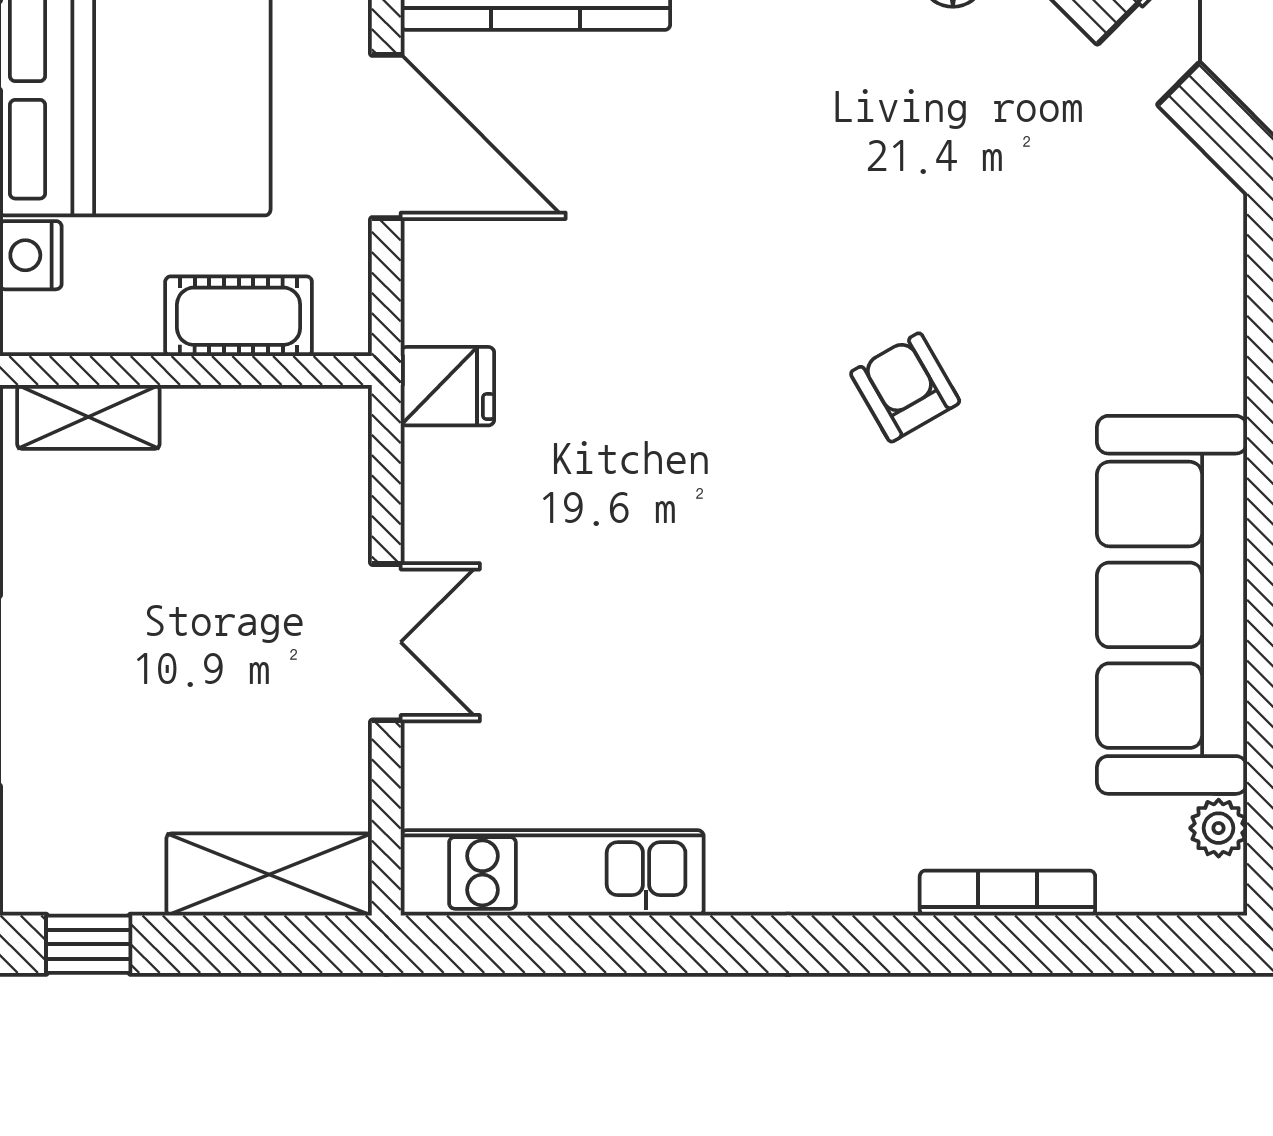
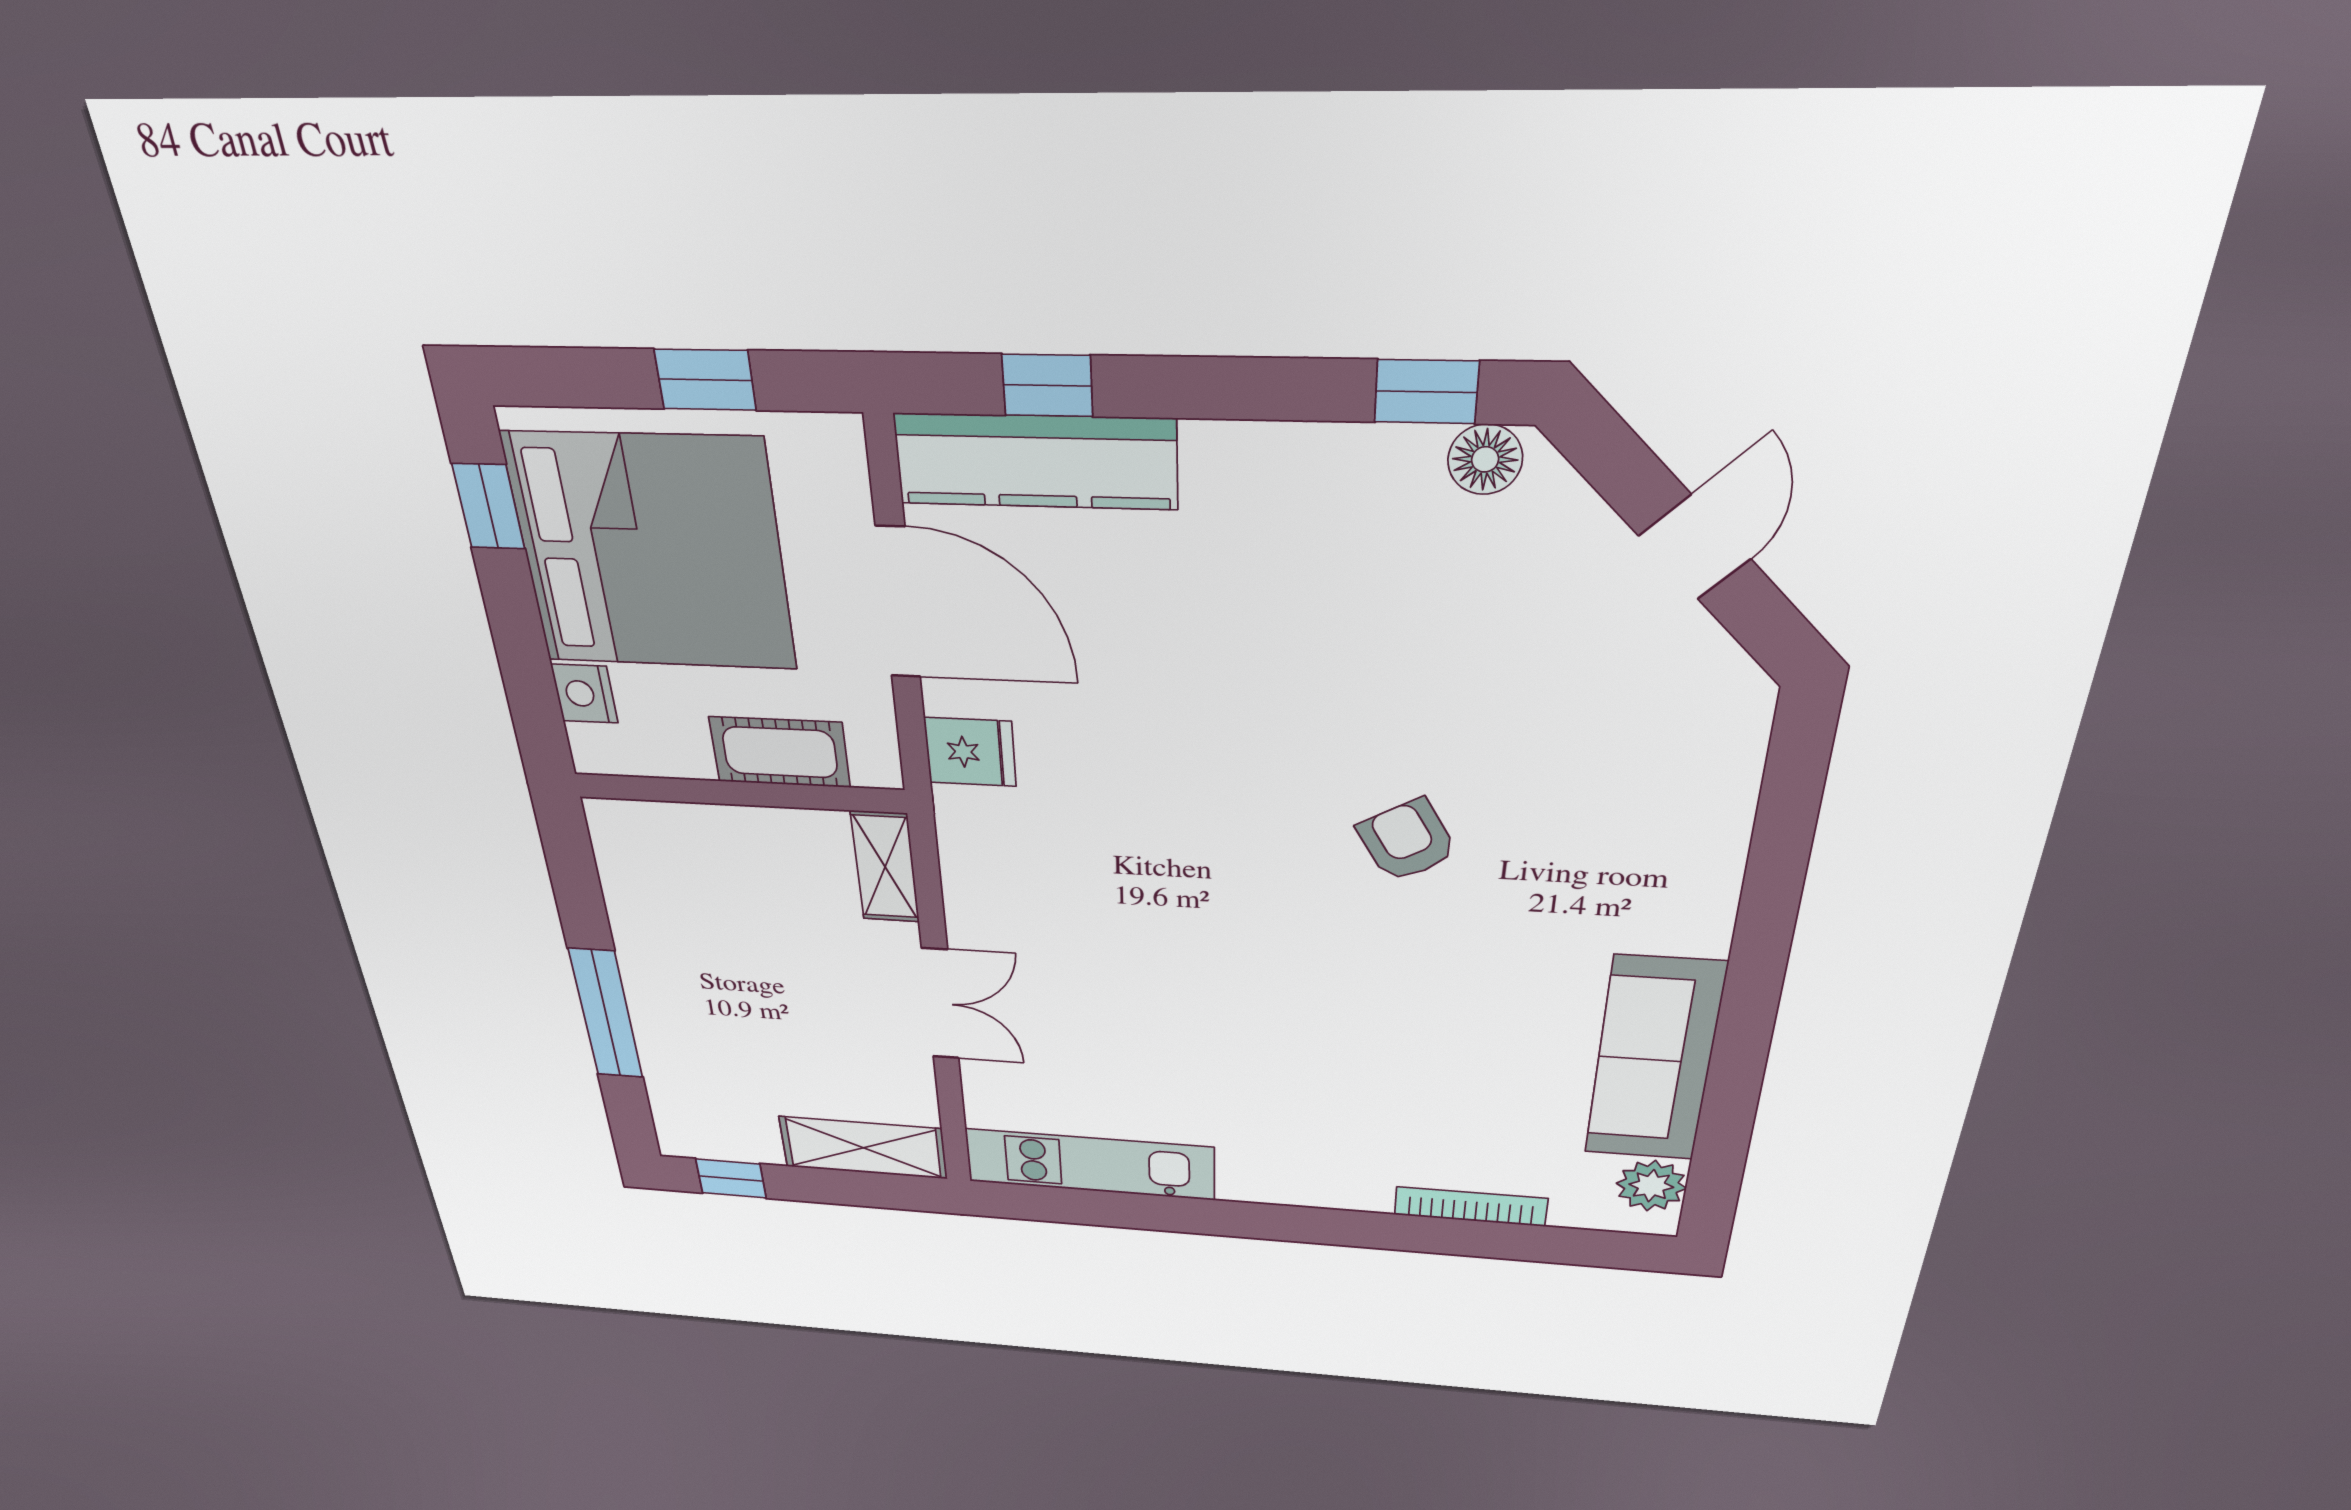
fridge: (447, 386) -> (970, 752), moved
shelving: (88, 417) -> (885, 867), moved, turned 90
sofa: (1172, 605) -> (1654, 1060), width x0.74, depth x0.79
plant: (1219, 828) -> (1651, 1186), width x1.38, depth x1.38

